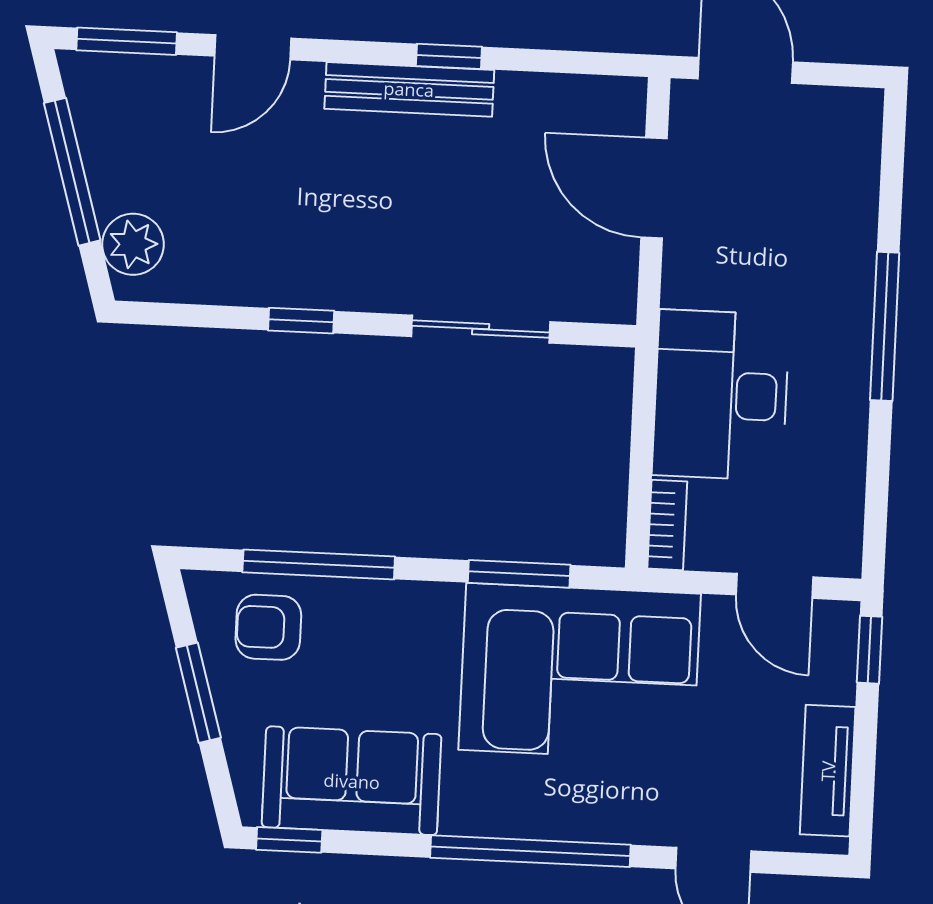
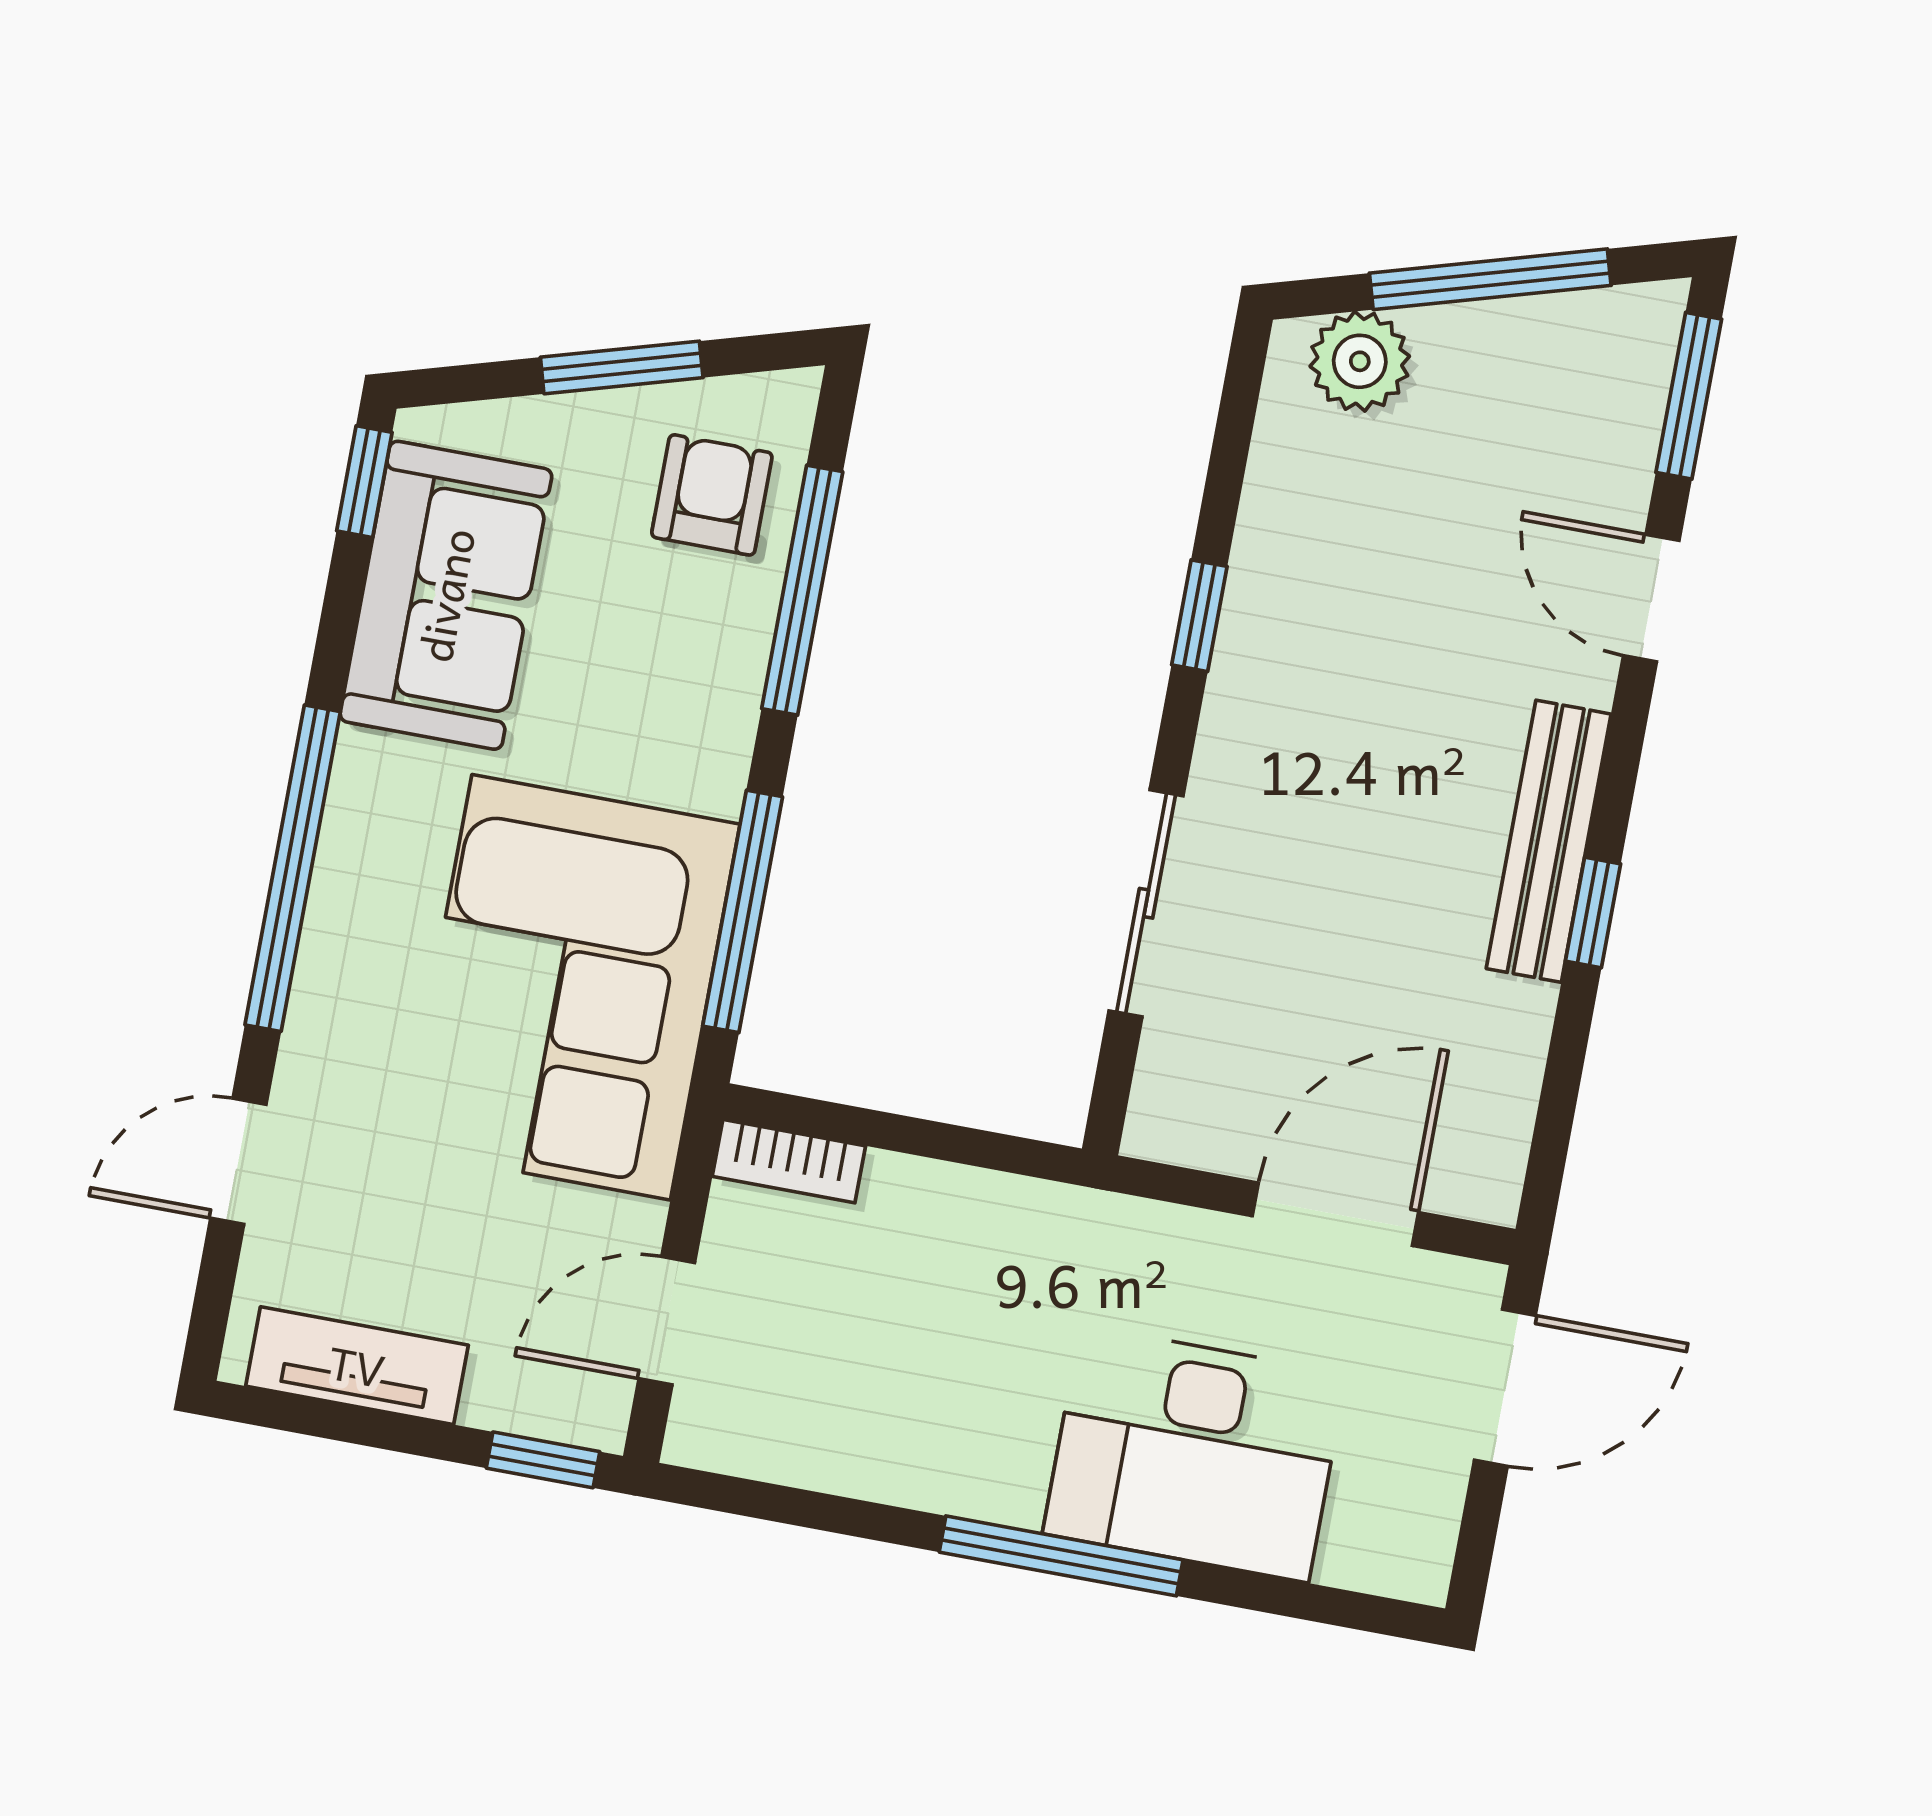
desk: (721, 395) -> (1195, 1454), moved, turned 180
window: (519, 574) -> (743, 911), width x1.44

